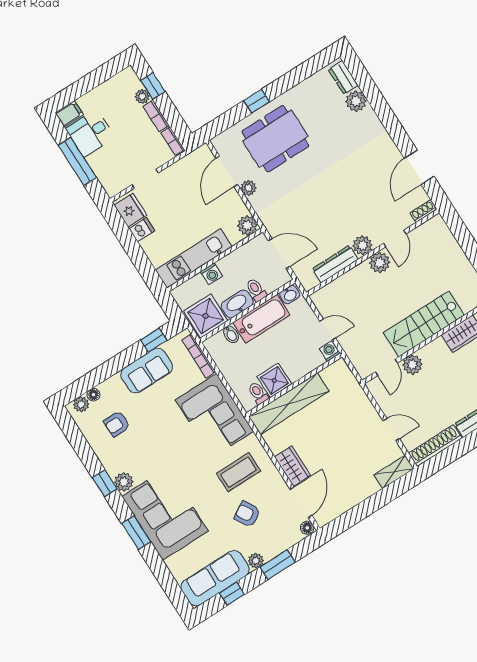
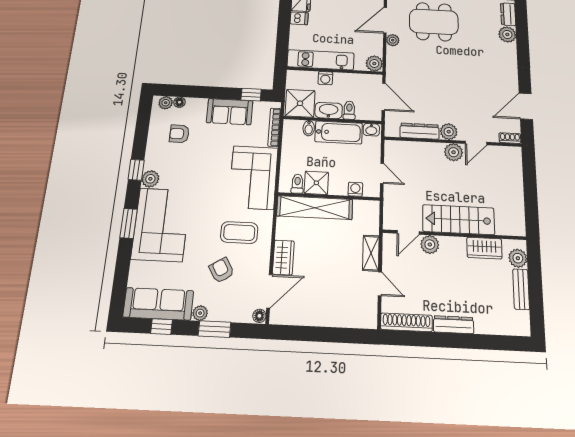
washing machine: (330, 351) -> (355, 189), moved
shelving: (394, 472) -> (371, 253), moved, turned 90

